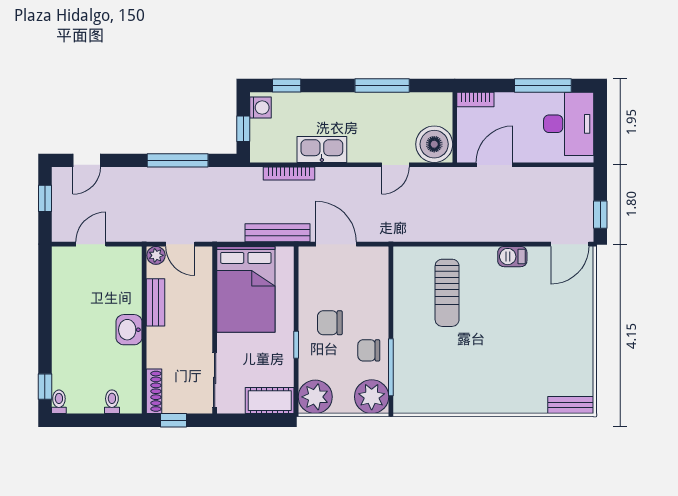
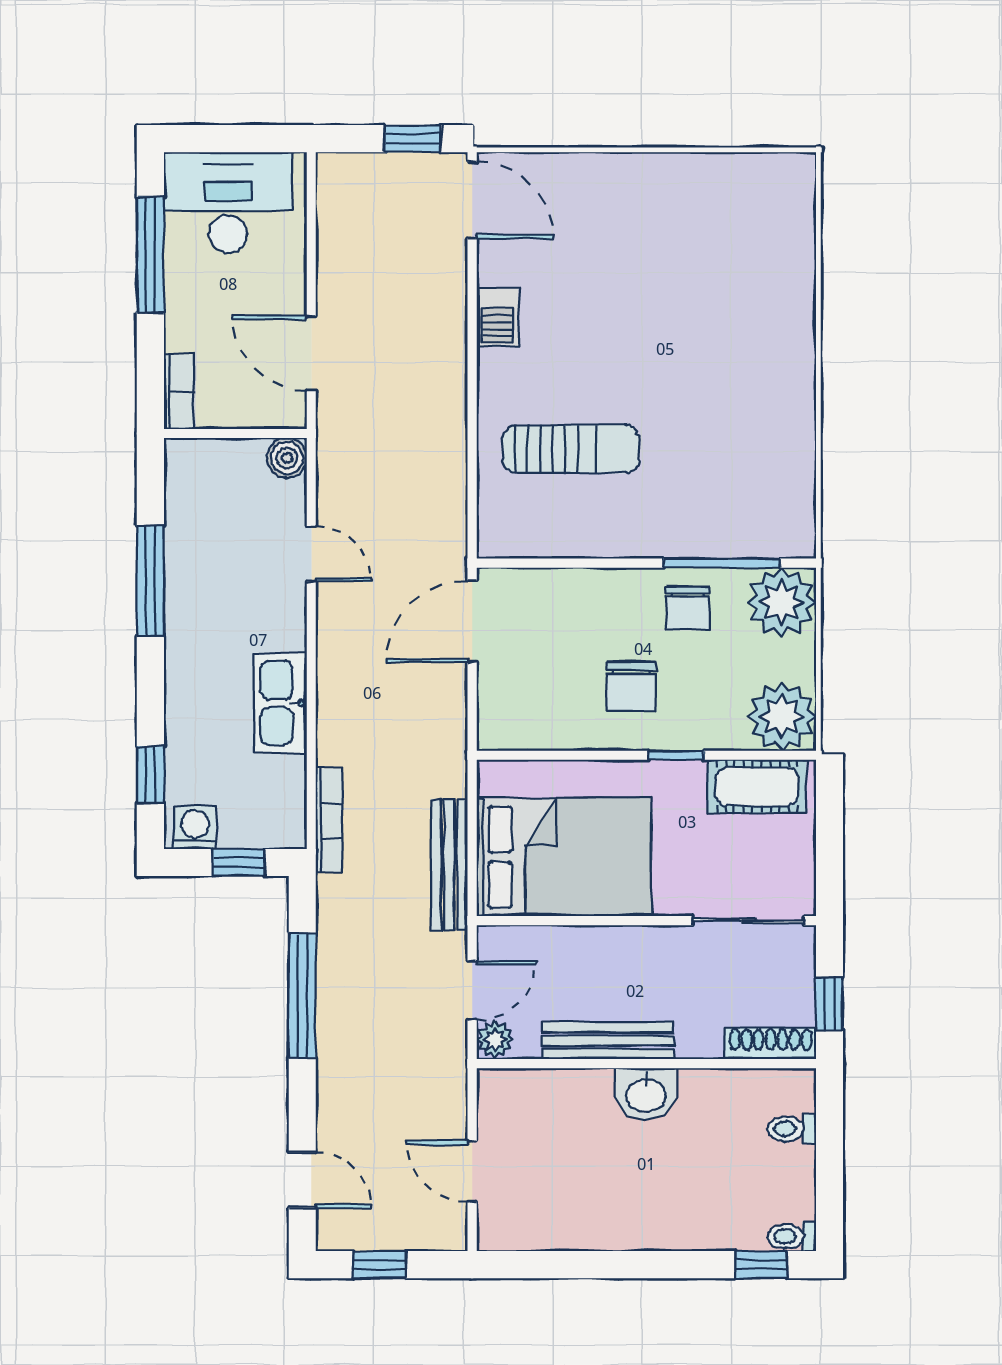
boiler: (434, 144) -> (287, 458), width x0.54, depth x0.54
bookcase: (289, 174) -> (329, 820), moved
bench: (278, 233) -> (449, 865), moved
door: (336, 244) -> (472, 621), moved
bench: (155, 302) -> (608, 1041), width x1.36
cot: (270, 401) -> (757, 786), moved, turned 90
bench: (571, 405) -> (798, 198), removed

